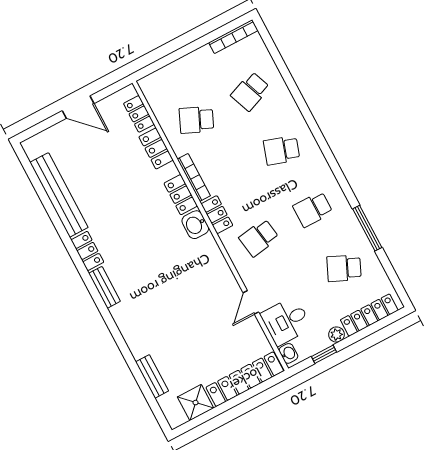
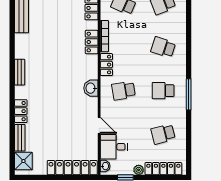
washbasin: (195, 225) -> (91, 88), moved
window: (367, 228) -> (189, 94), moved
locker: (87, 251) -> (21, 111), moved
school desk: (344, 268) -> (163, 134), turned -39
door: (251, 302) -> (99, 125), swing flipped
shower: (196, 403) -> (23, 161), moved

